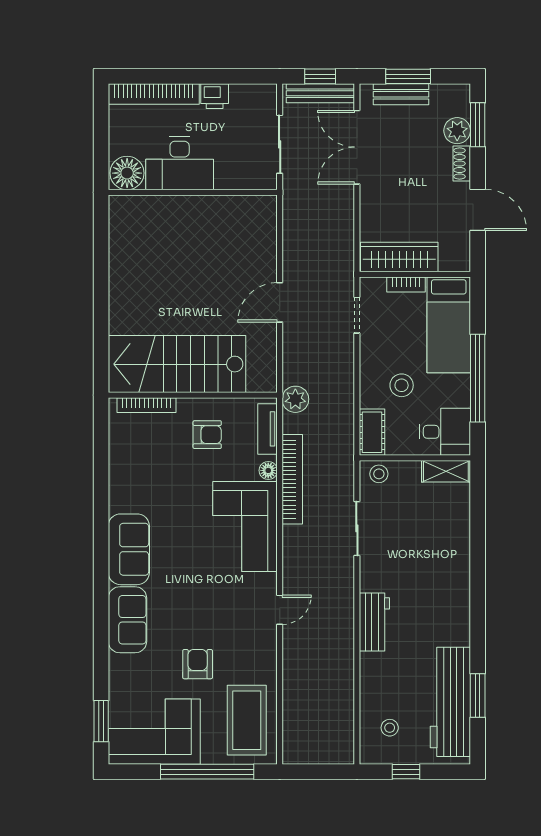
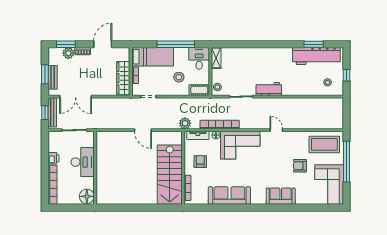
desk: (180, 163) -> (83, 162), moved
sofa: (129, 549) -> (229, 196), moved, width x1.36
workbench: (374, 622) -> (269, 89), moved
window: (101, 721) -> (325, 208), removed

